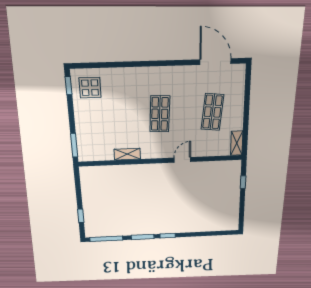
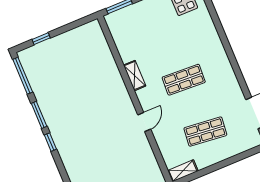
shelving: (127, 154) -> (135, 76), moved
door: (182, 160) -> (144, 122), hinge flipped

